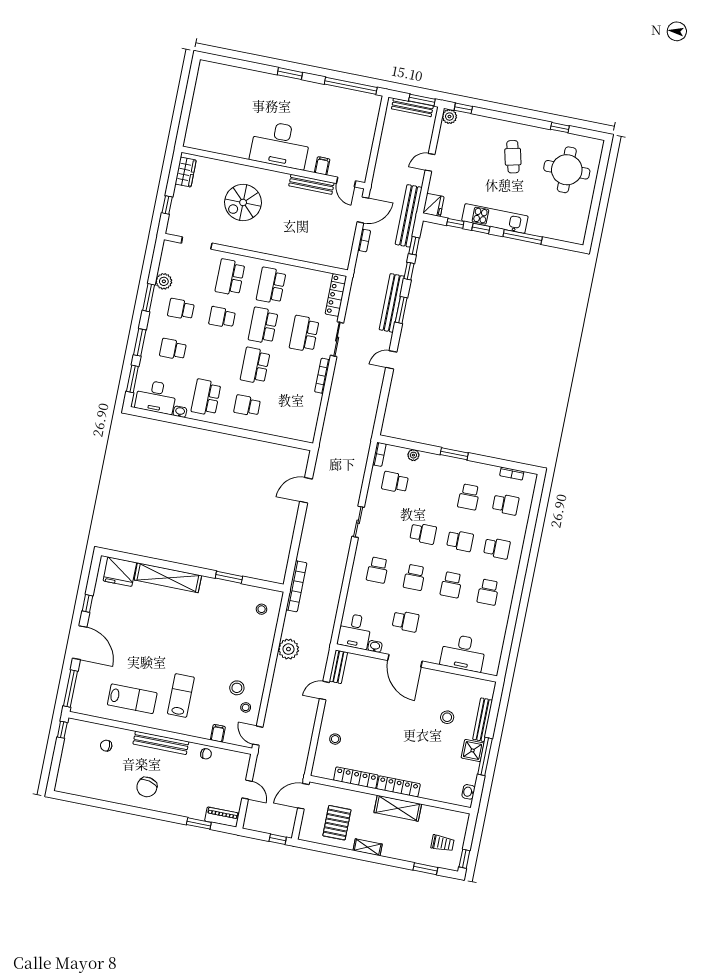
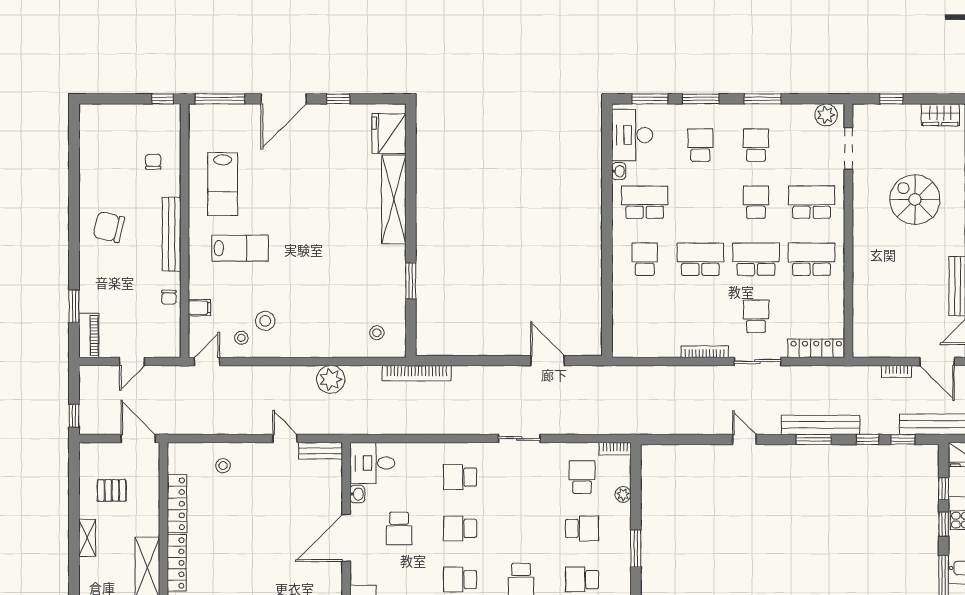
plant: (164, 281) -> (826, 115), moved
school desk: (304, 334) -> (756, 316), width x0.54
school desk: (423, 533) -> (582, 528), moved, turned -90
pallet: (337, 823) -> (112, 490), width x0.67, depth x0.71

